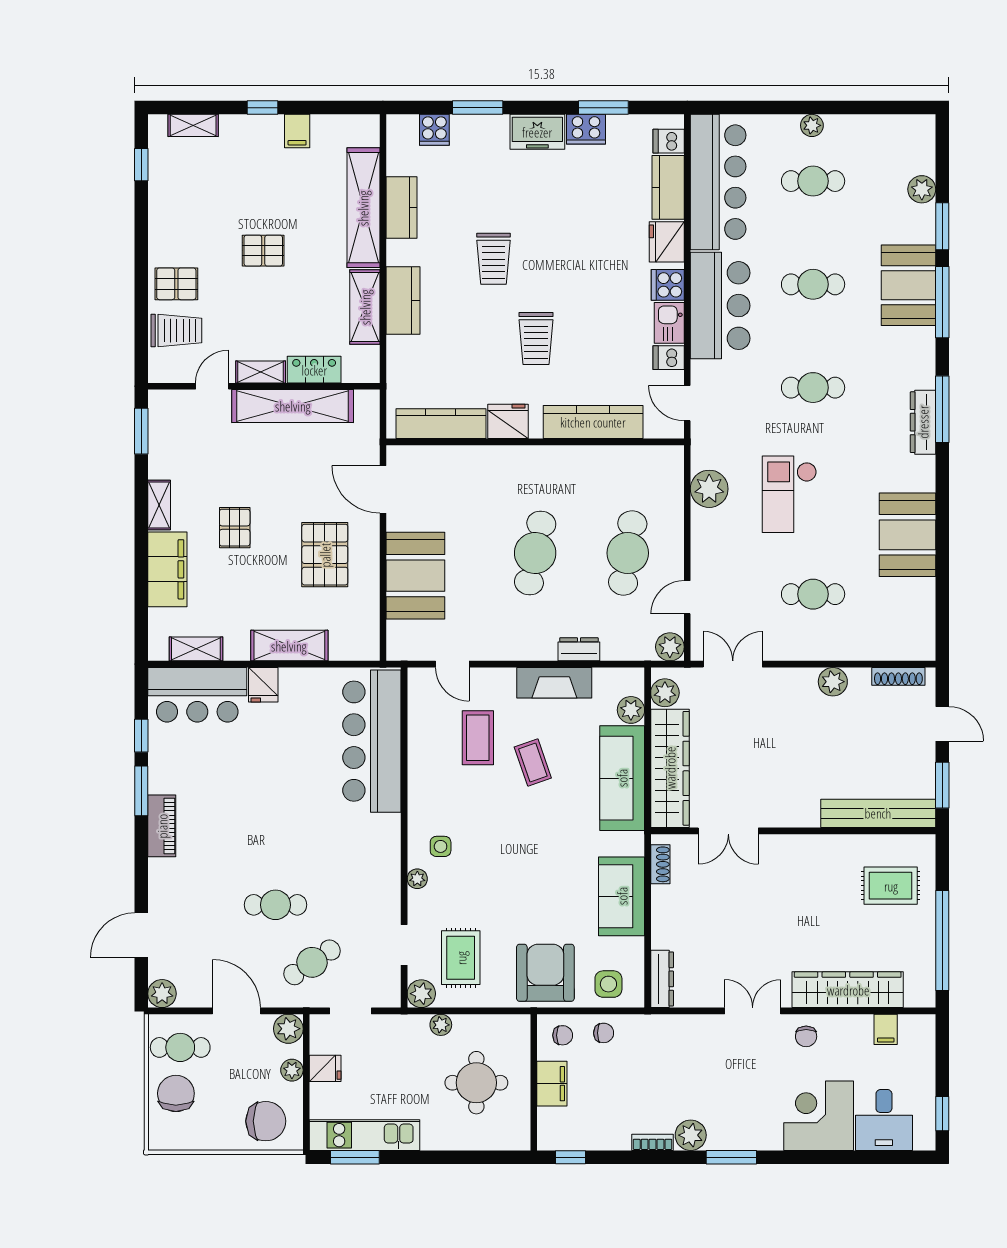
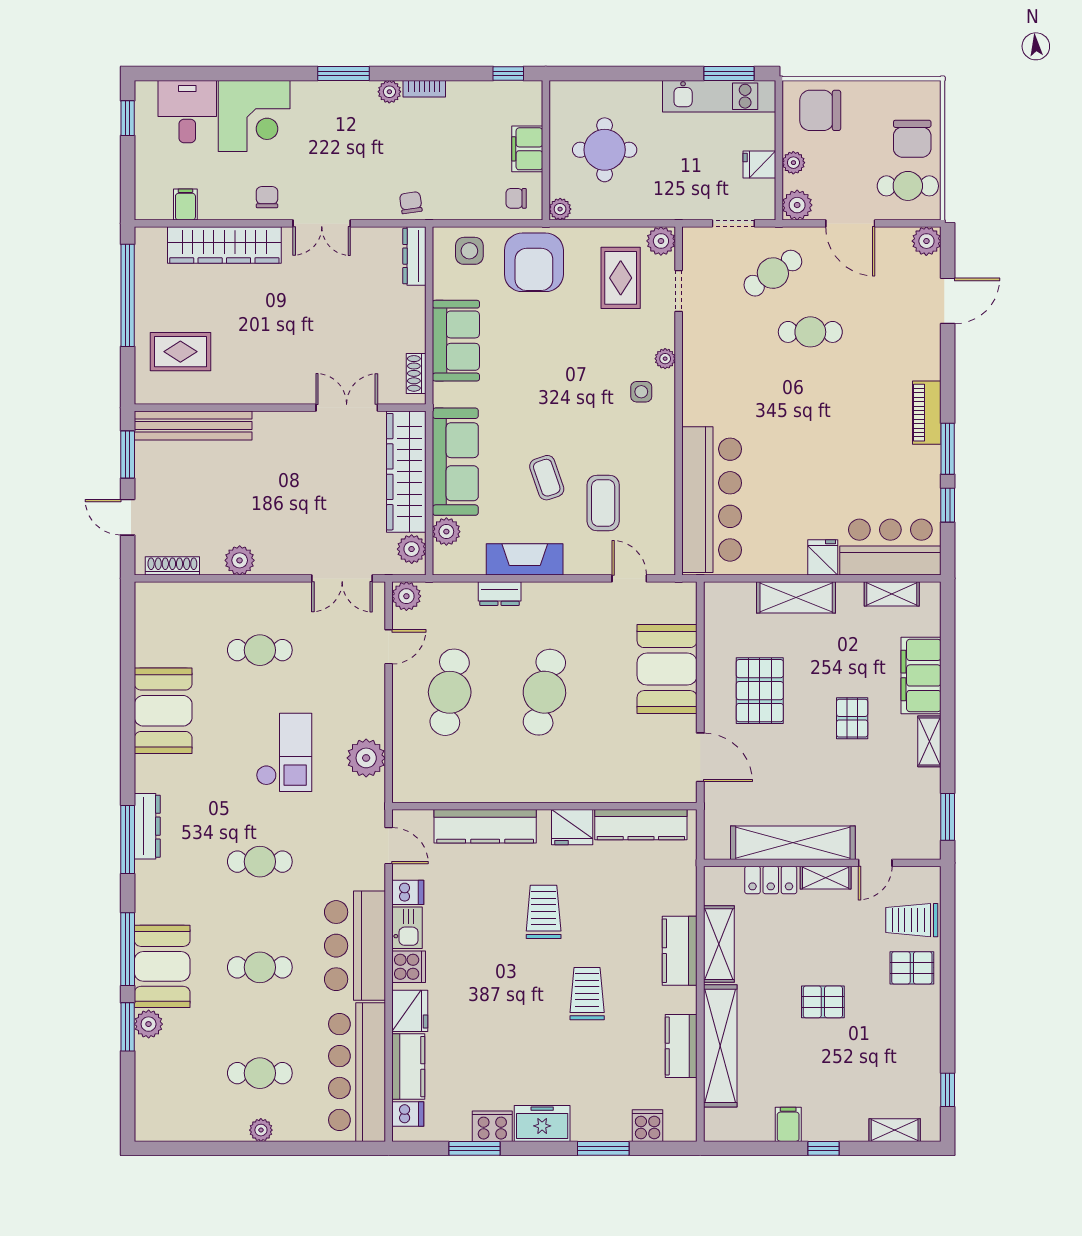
plant: (922, 189) -> (149, 1024), moved
plant: (441, 1025) -> (560, 209), moved
chair: (604, 1033) -> (411, 203), moved, turned 82
plant: (691, 1135) -> (389, 92), width x0.73, depth x0.73

